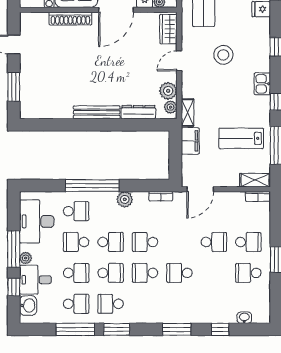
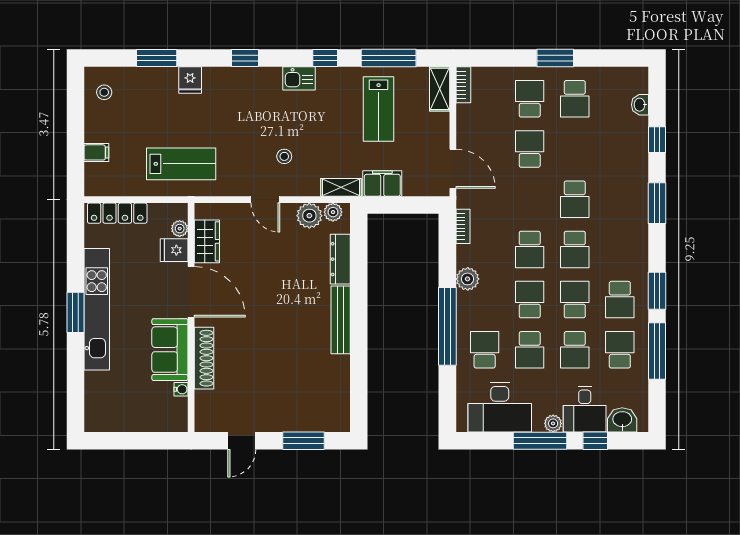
wardrobe: (168, 29) -> (207, 241), moved, turned -90
stool: (223, 55) -> (284, 156), moved, width x0.53, depth x0.53
school desk: (76, 273) -> (575, 350), turned 180

